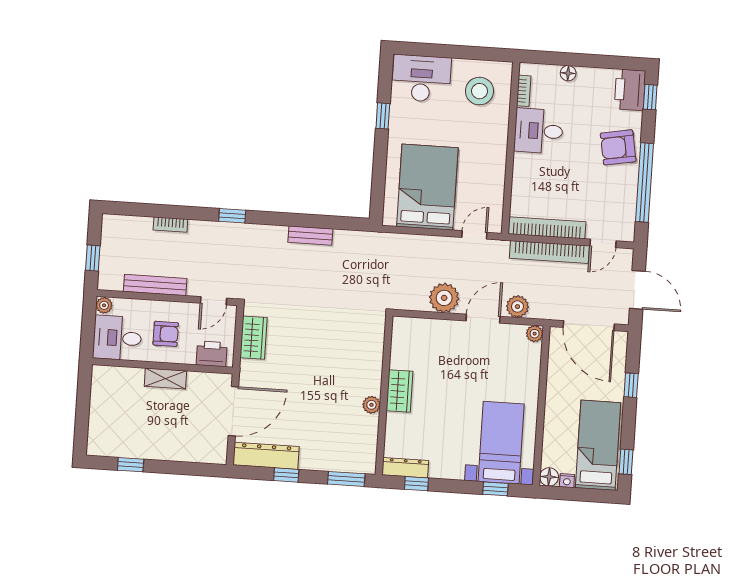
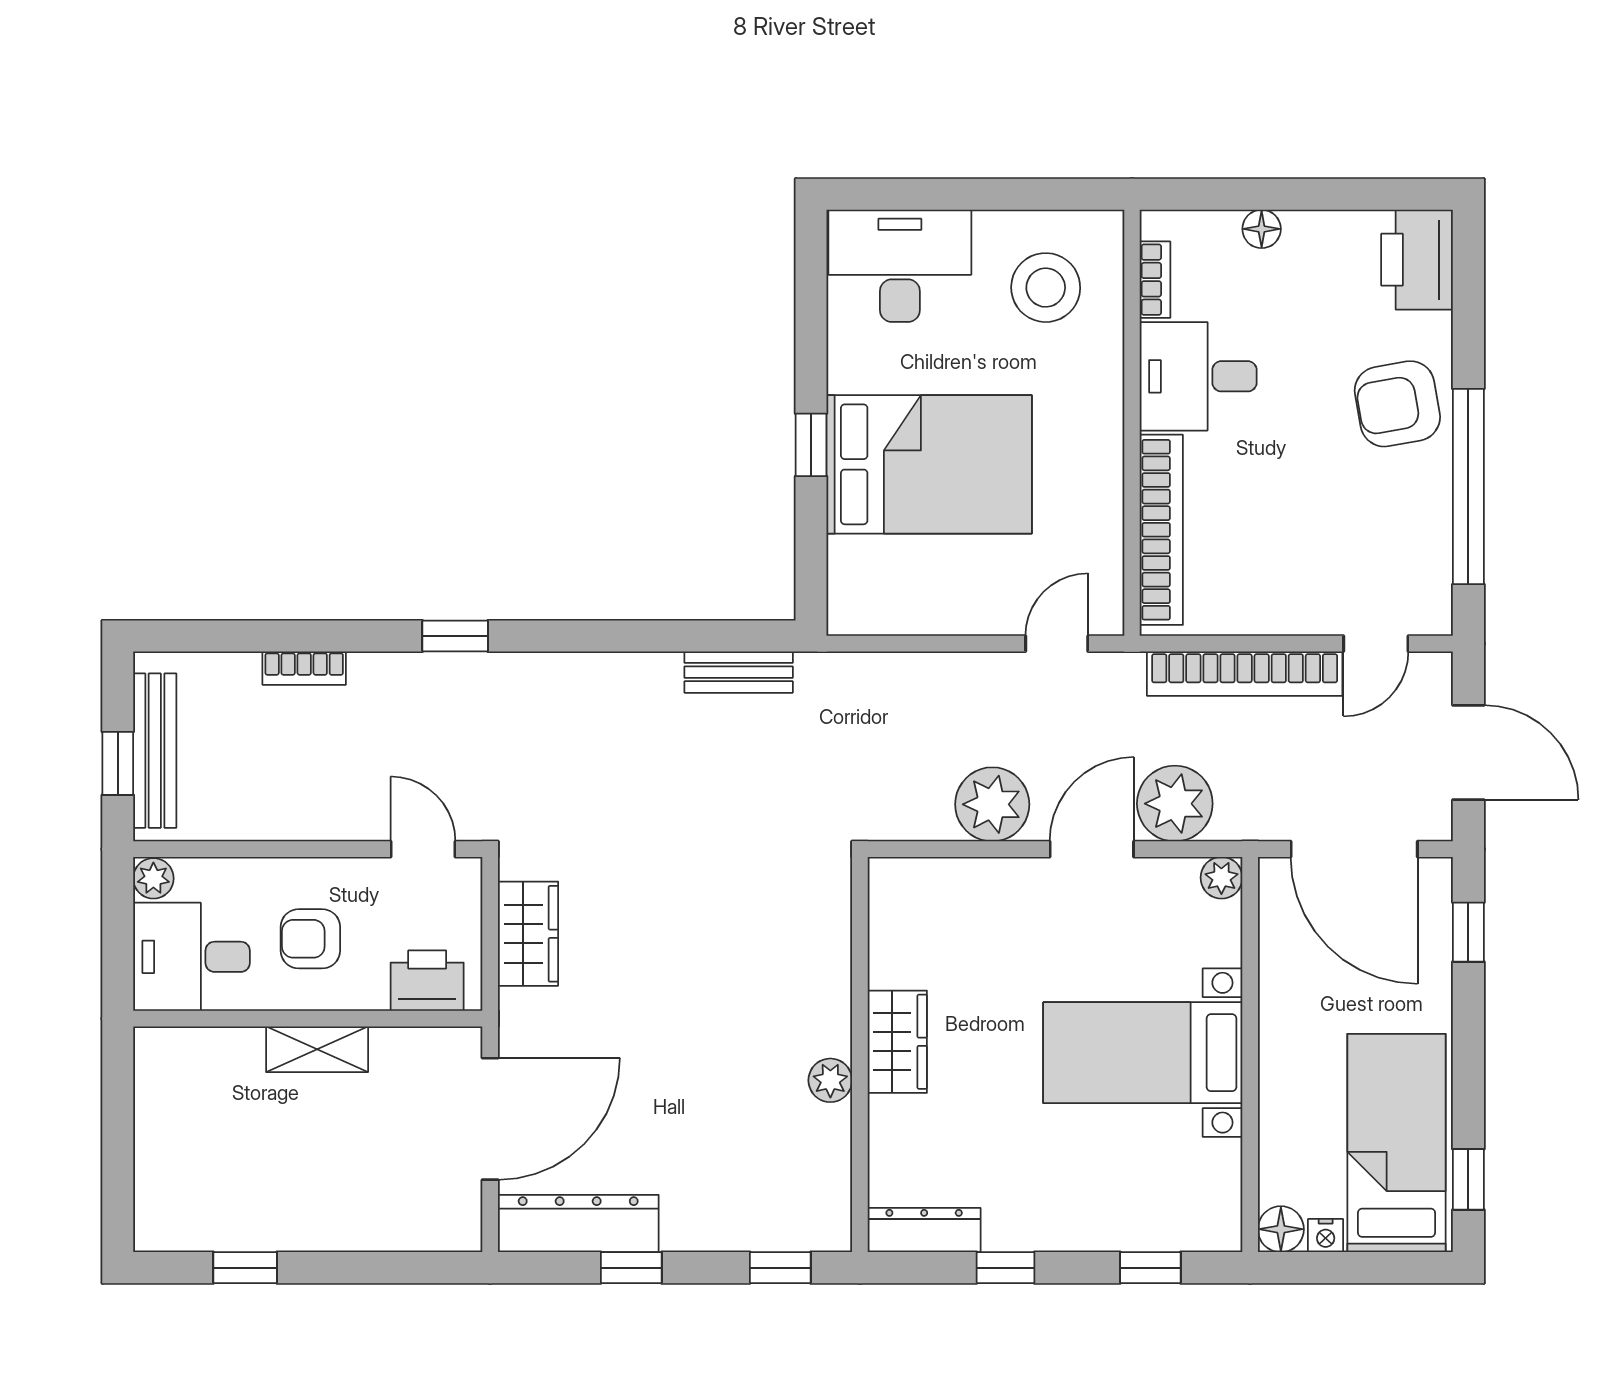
window: (650, 97) -> (1468, 275), removed
window: (383, 116) -> (811, 445), moved
bed: (427, 187) -> (929, 464), moved, turned 90
bookcase: (547, 228) -> (1161, 530), moved, turned 90
bench: (310, 235) -> (739, 672), moved
bench: (155, 285) -> (155, 751), moved, turned 90
door: (214, 301) -> (423, 849), swing flipped
plant: (517, 307) -> (1175, 804), width x1.36, depth x1.36
armchair: (166, 334) -> (310, 939), turned 180
window: (631, 385) -> (1468, 932), moved
bed with nightstands: (501, 443) -> (1143, 1053), moved, turned -90
window: (346, 479) -> (780, 1268), width x0.67
window: (416, 484) -> (1006, 1268), moved

